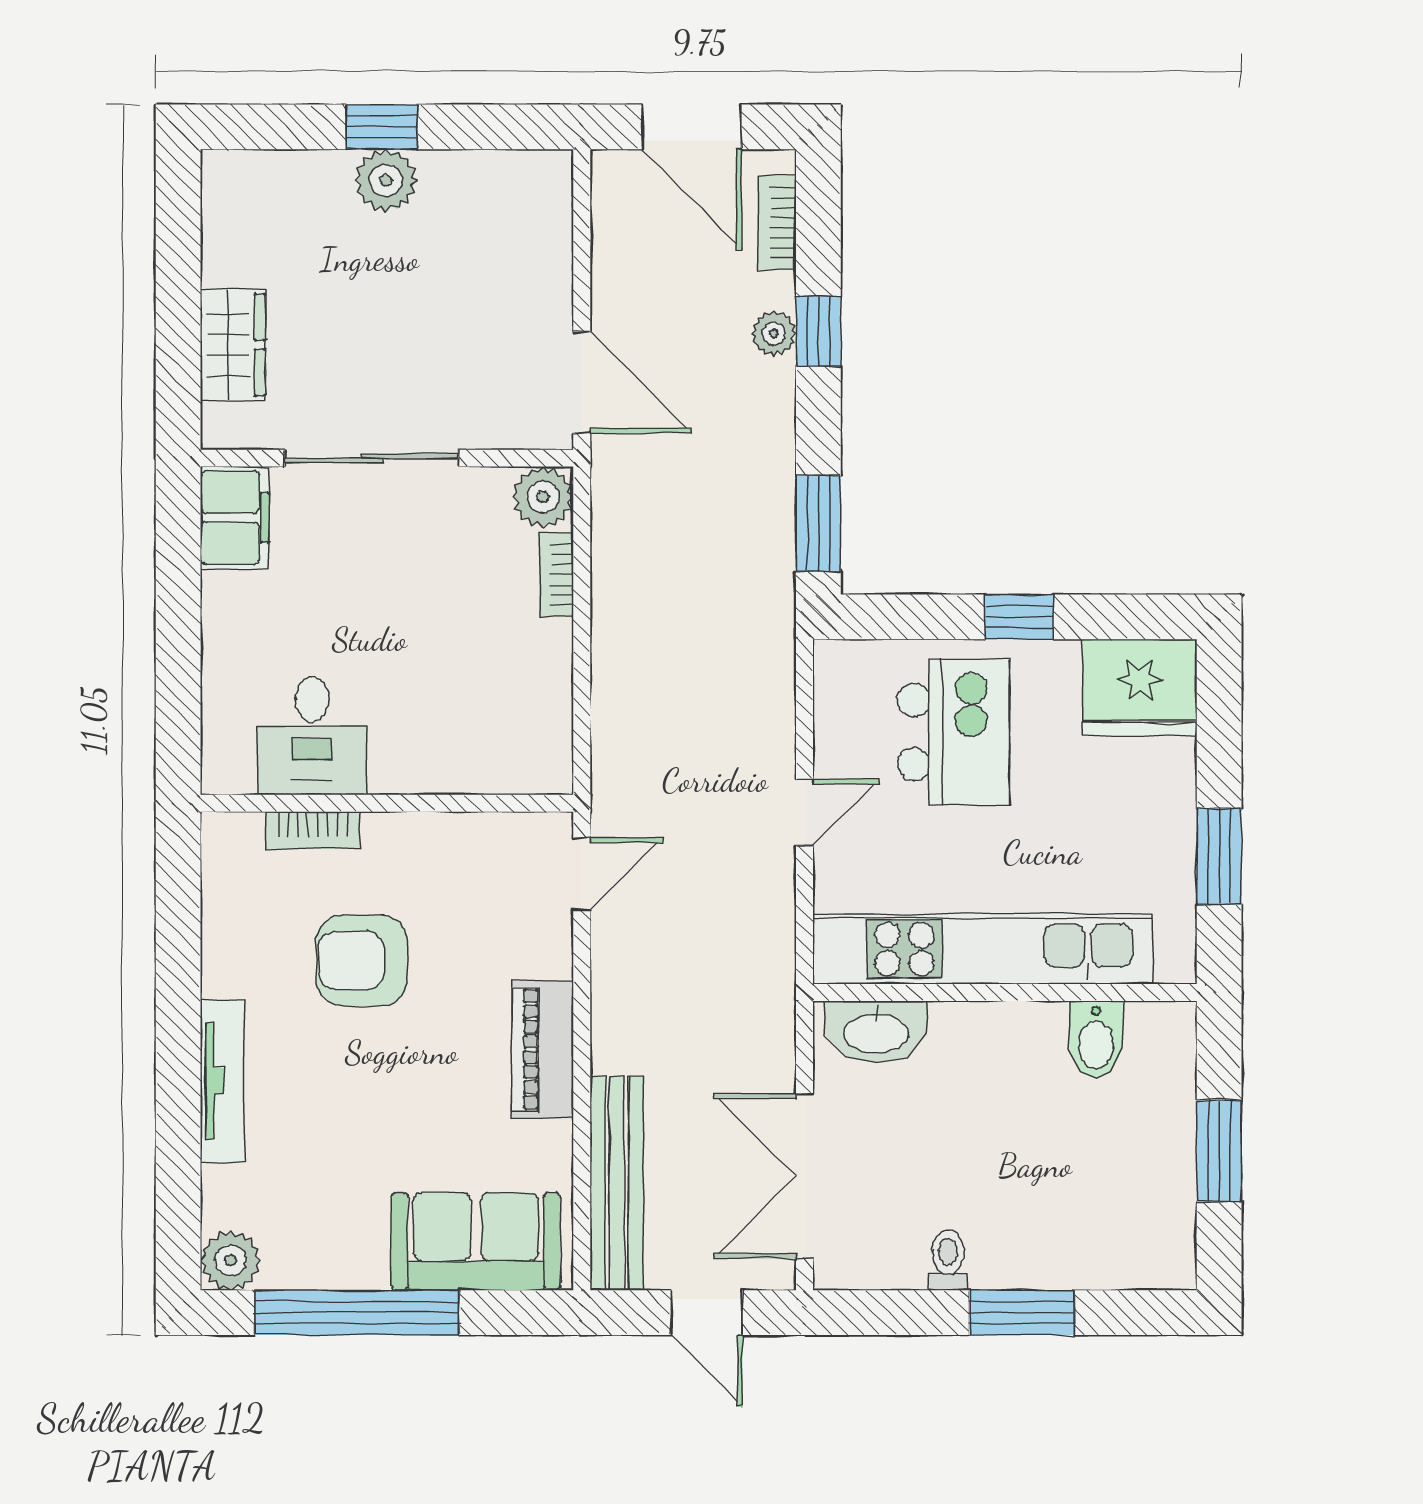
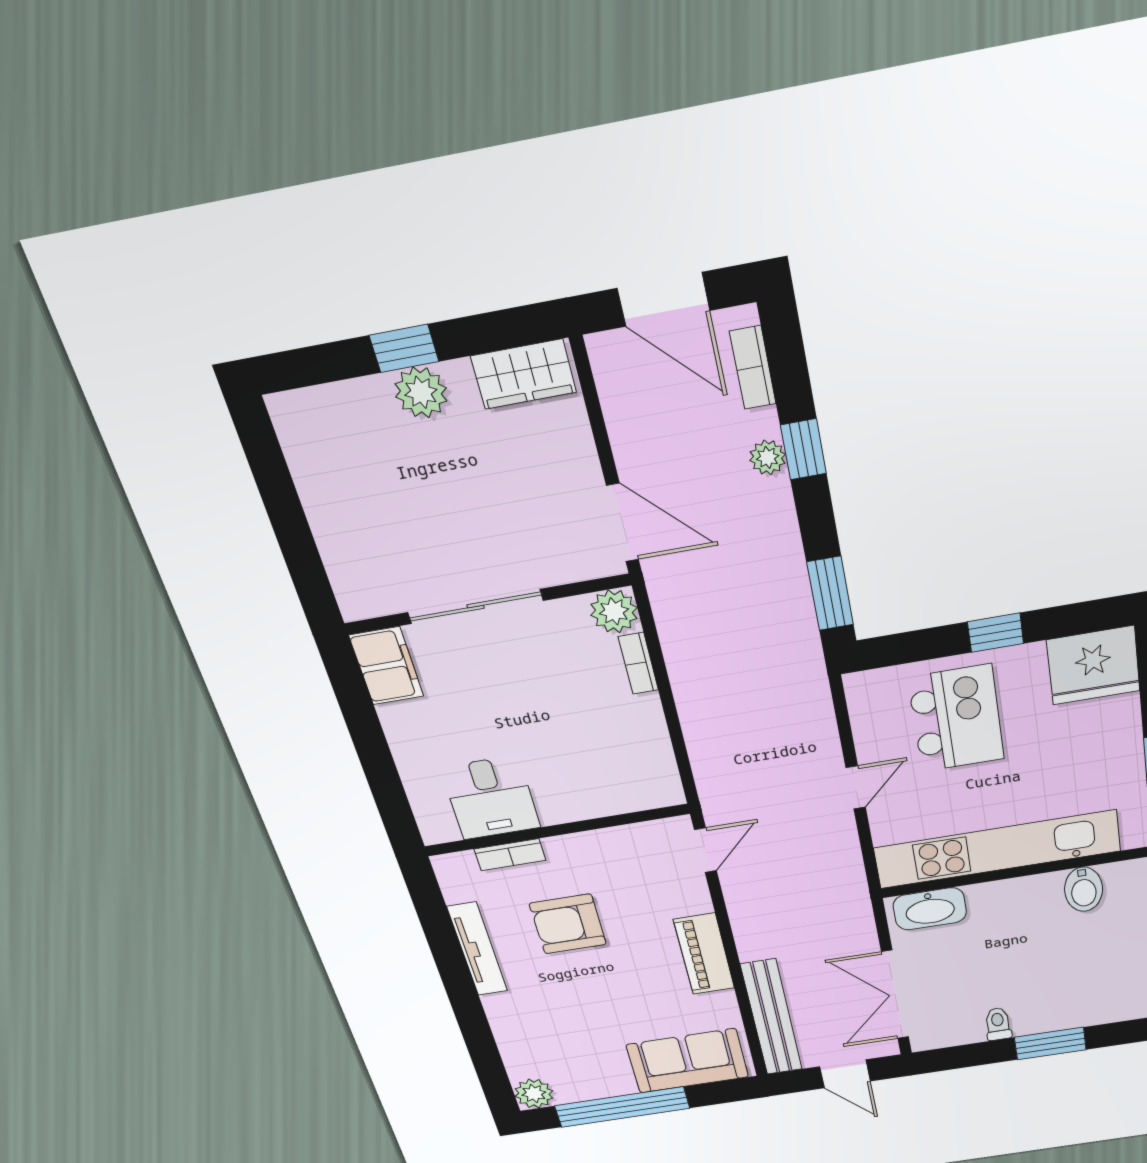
wardrobe: (233, 345) -> (524, 374), moved, turned 90
tv unit: (222, 1081) -> (477, 949), moved

